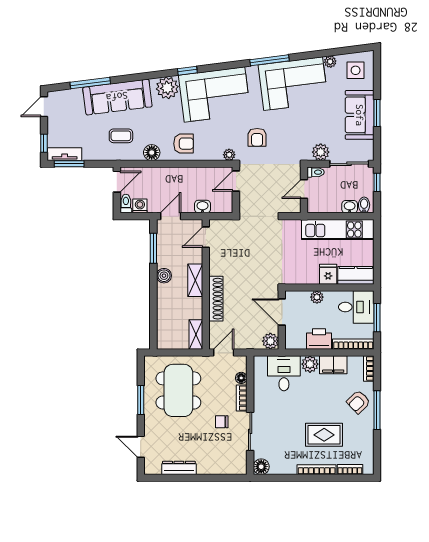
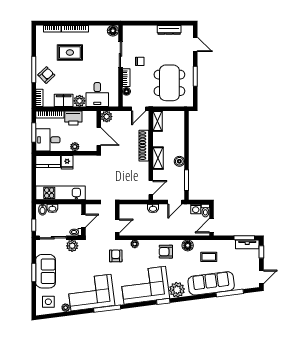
door: (236, 181) -> (117, 226), moved
wall: (236, 190) -> (117, 220), moved

